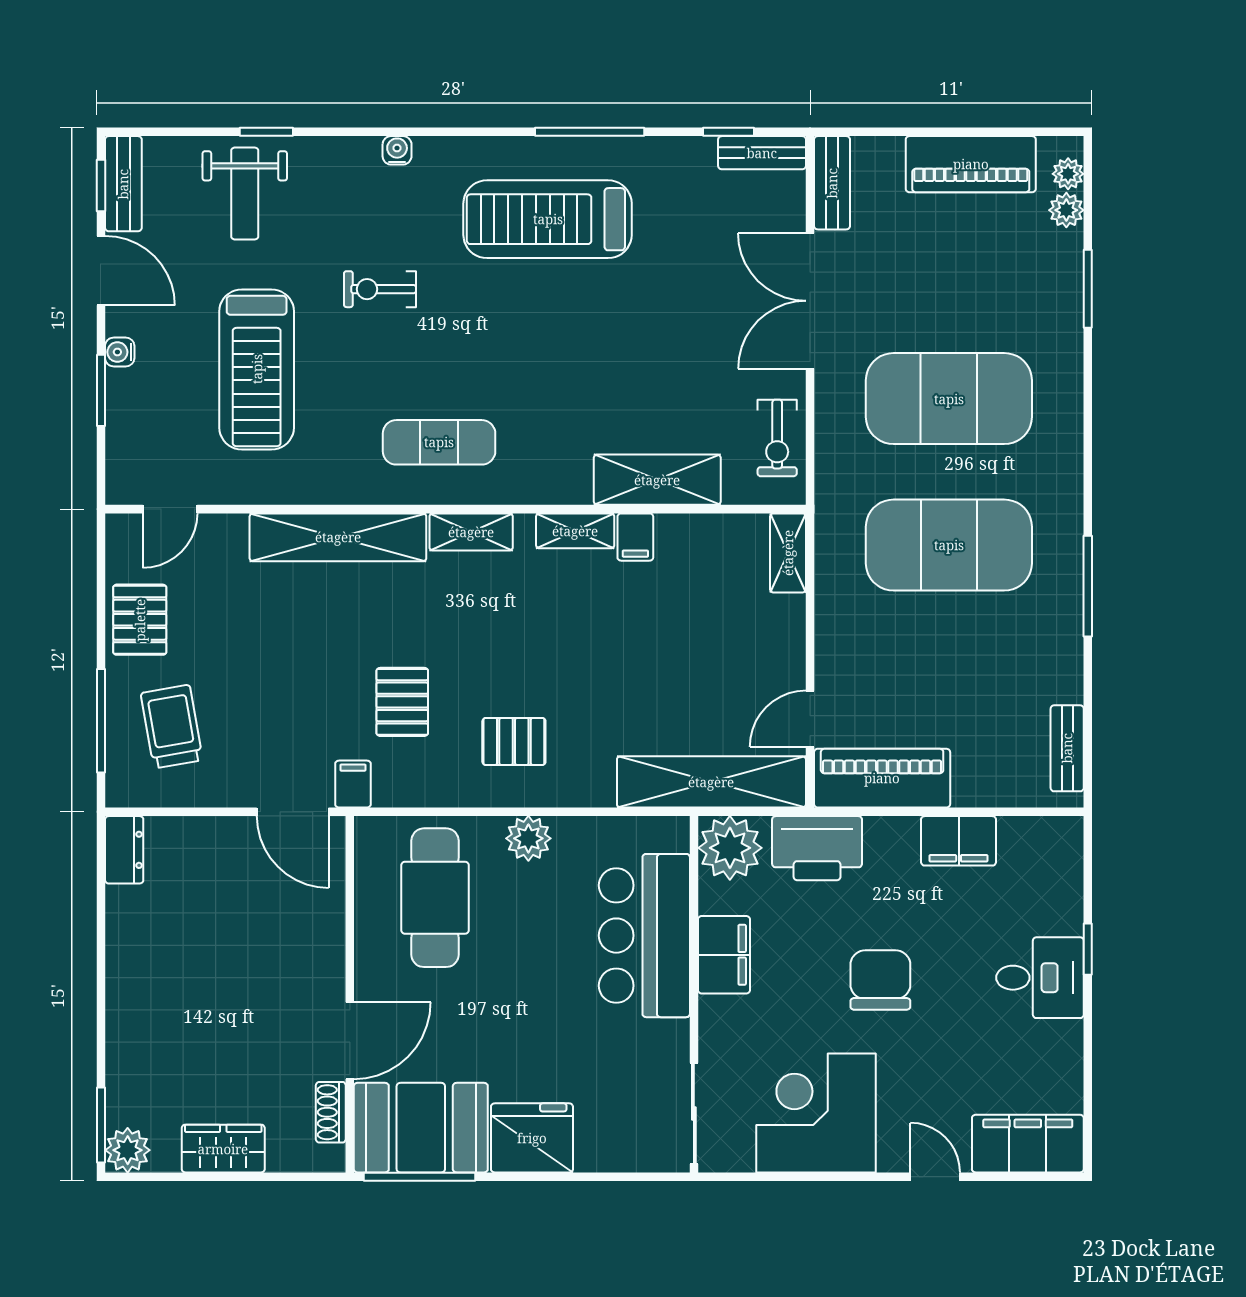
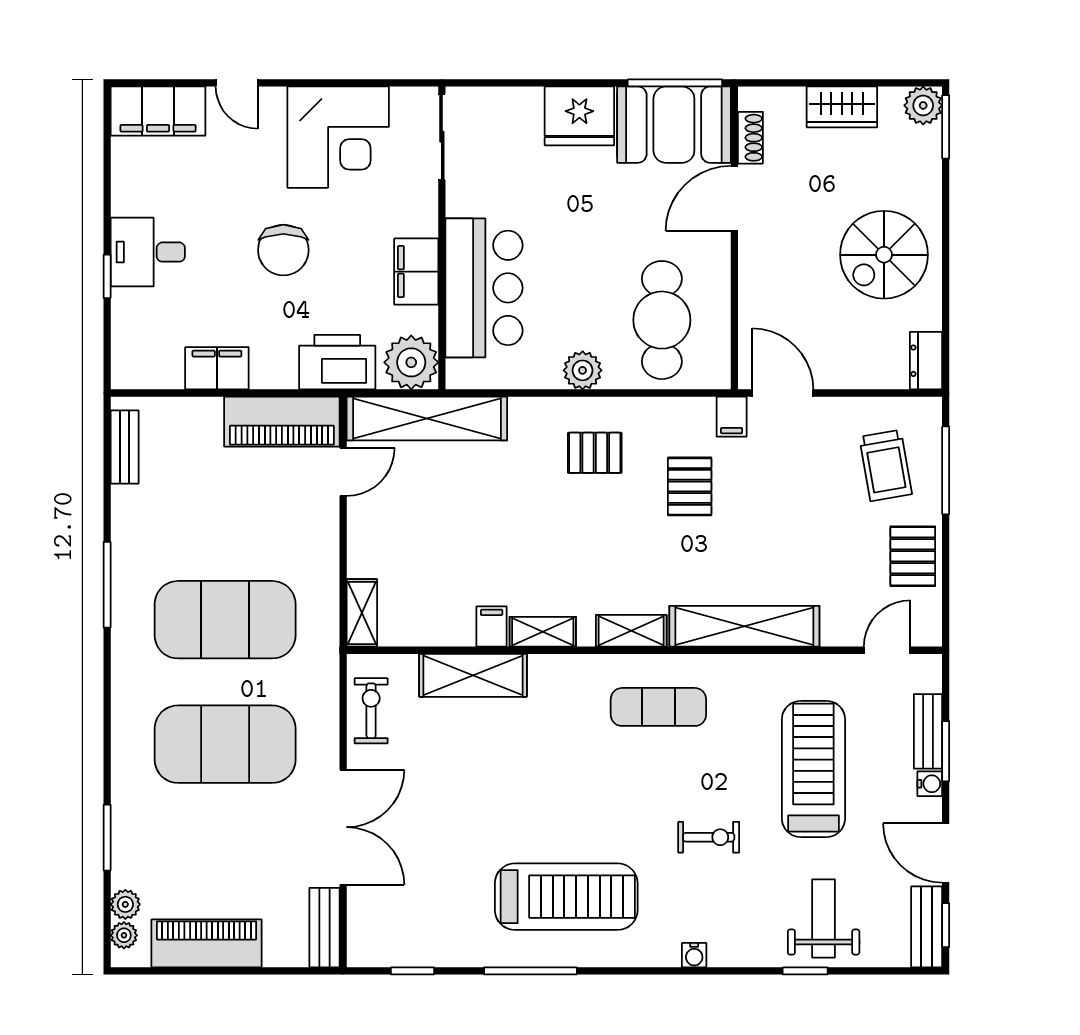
bench: (762, 153) -> (928, 731), moved, turned 90
spiral stairs: (174, 975) -> (884, 255), added

